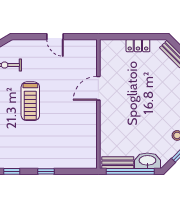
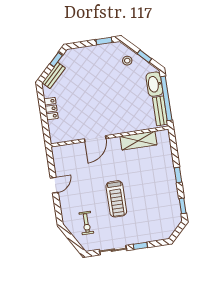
door: (98, 88) -> (95, 139), hinge flipped
treadmill: (30, 101) -> (116, 199), turned 90
shelving: (89, 134) -> (138, 141), added

